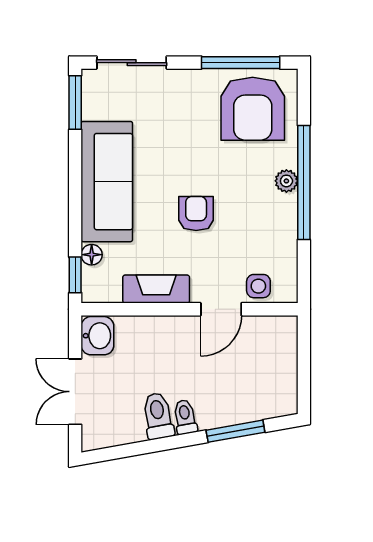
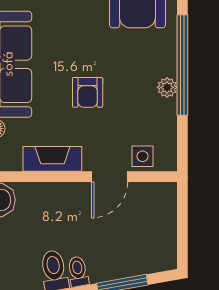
plant: (286, 181) -> (167, 87), moved
armchair: (196, 213) -> (88, 92), turned 180

